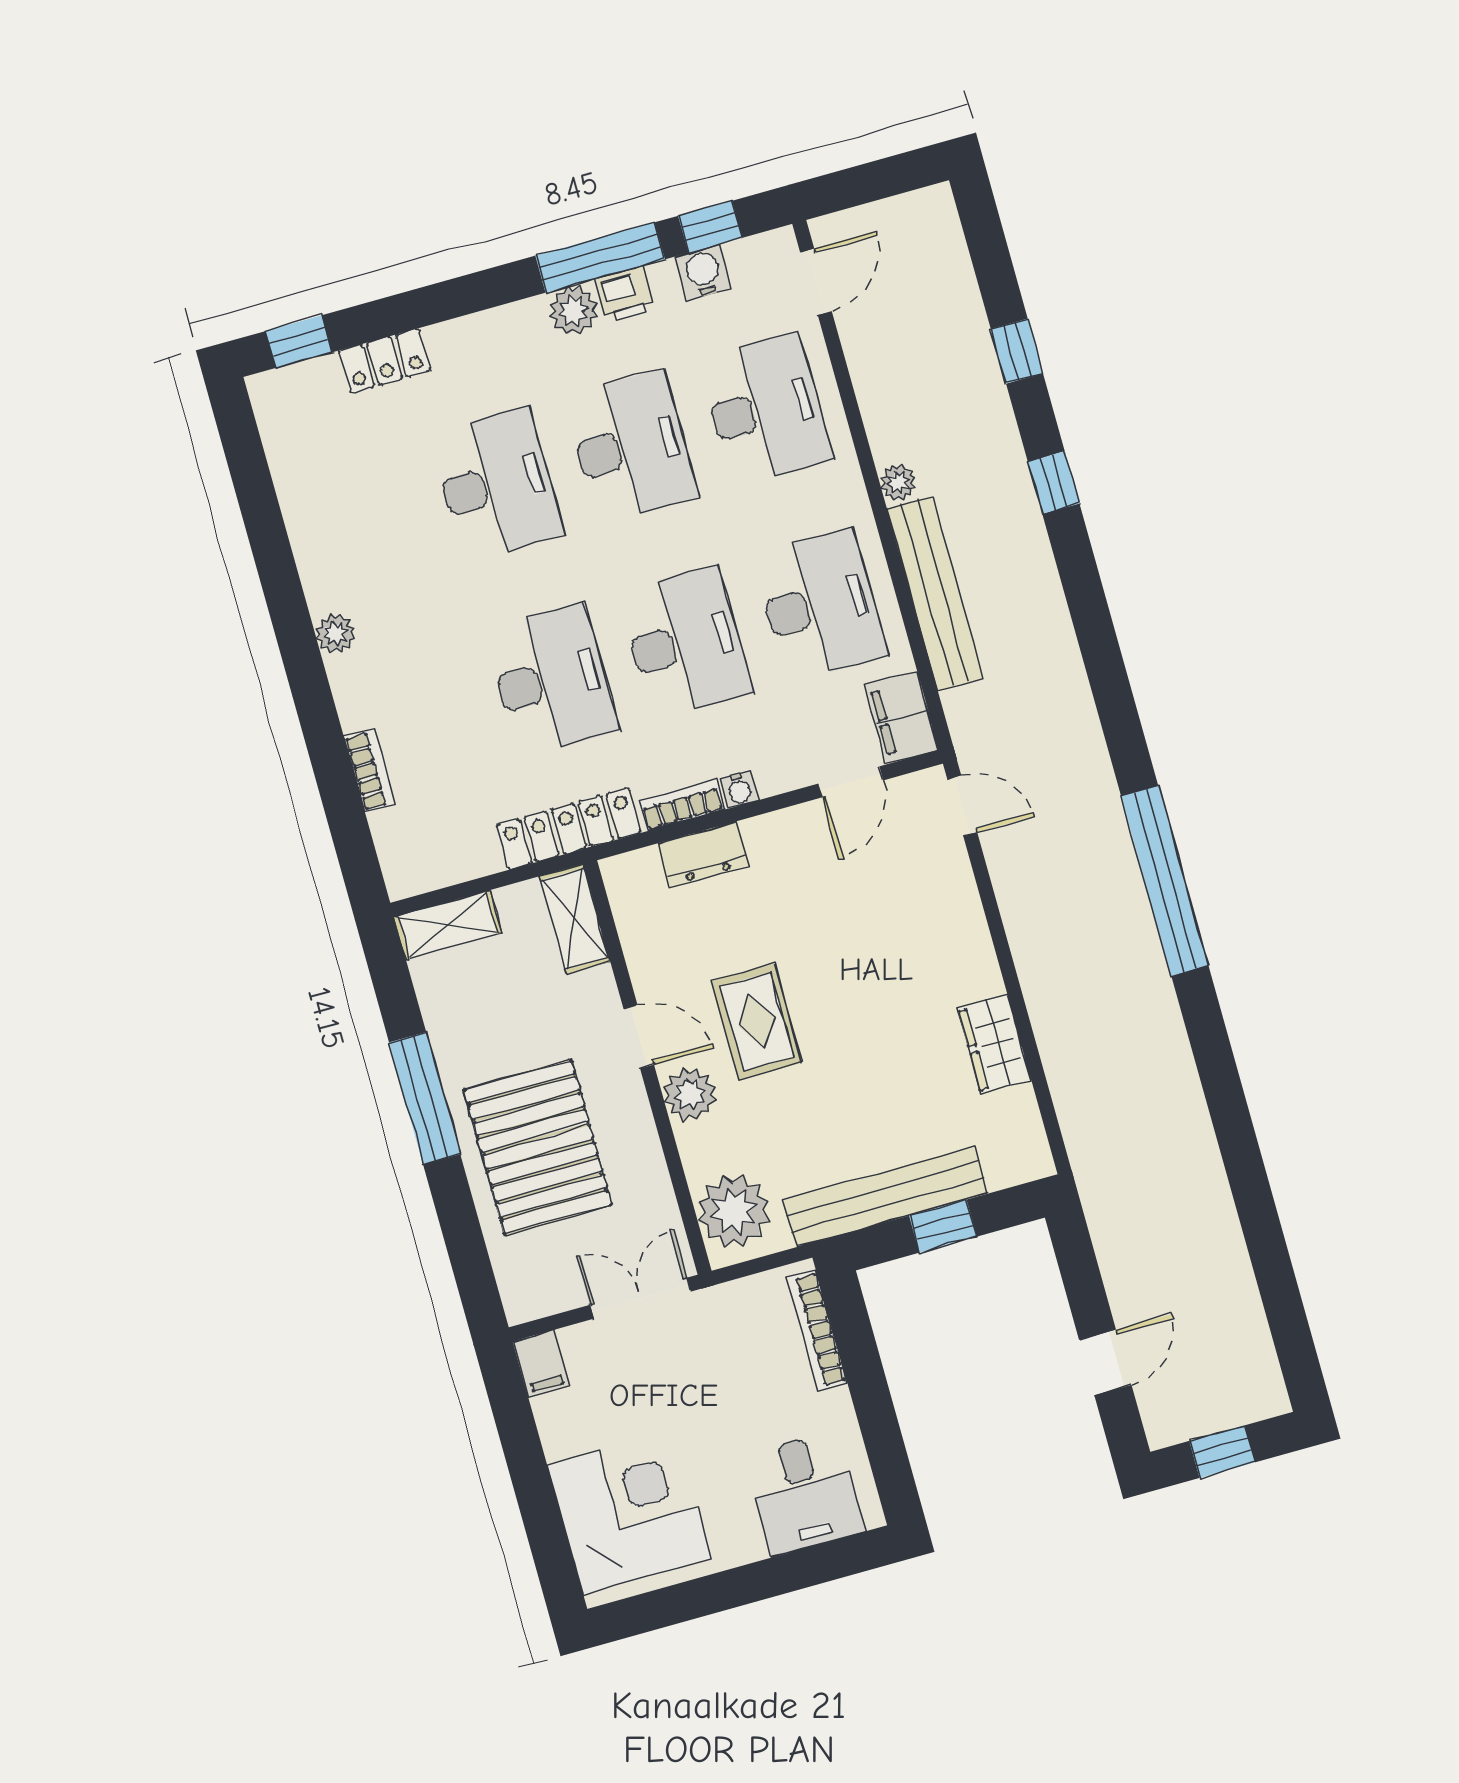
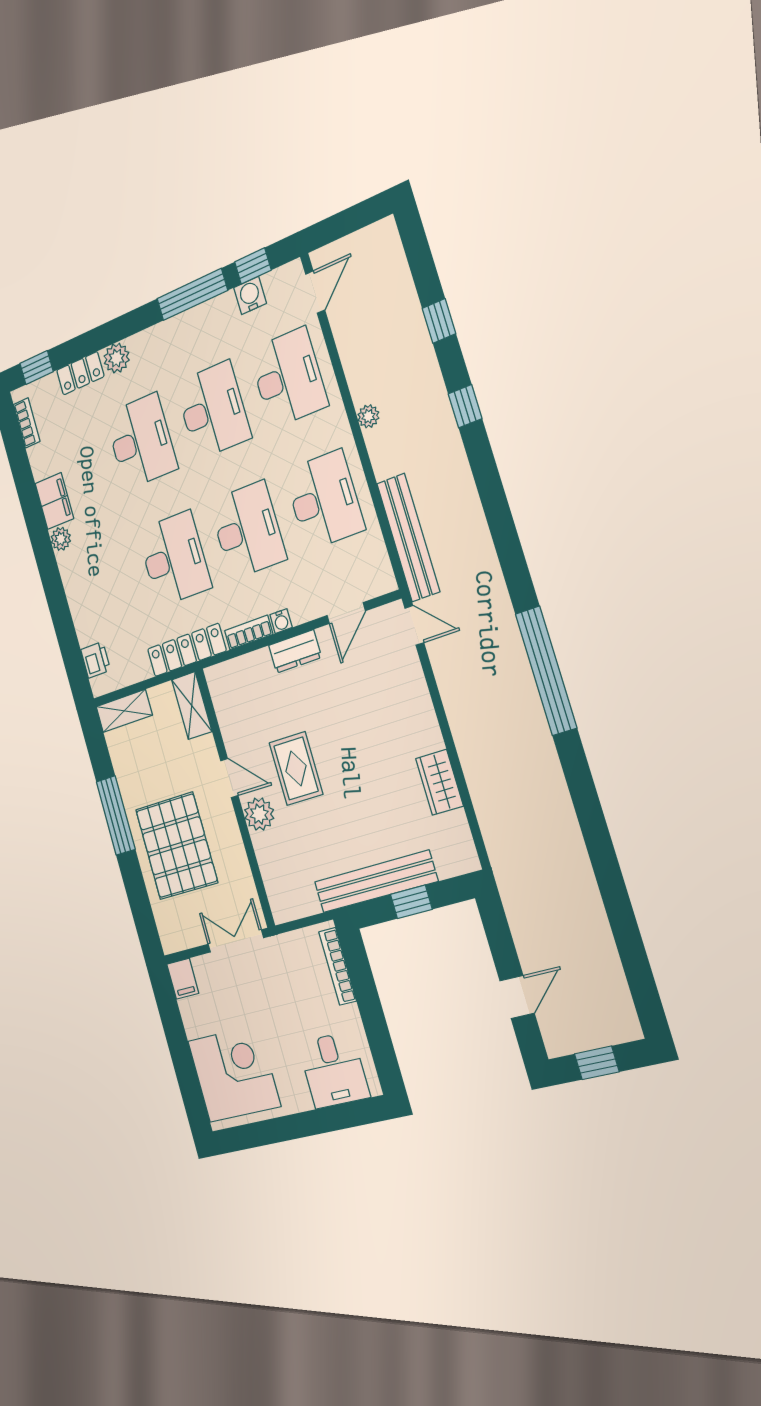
printer: (625, 294) -> (96, 660), moved, turned -90
plant: (574, 310) -> (117, 358), moved
bench: (935, 593) -> (408, 537), moved
filing cabinet: (902, 718) -> (54, 501), moved, turned 180
bookcase: (369, 771) -> (27, 423), moved
dresser: (703, 854) -> (295, 651), moved
plant: (733, 1211) -> (286, 888), removed

